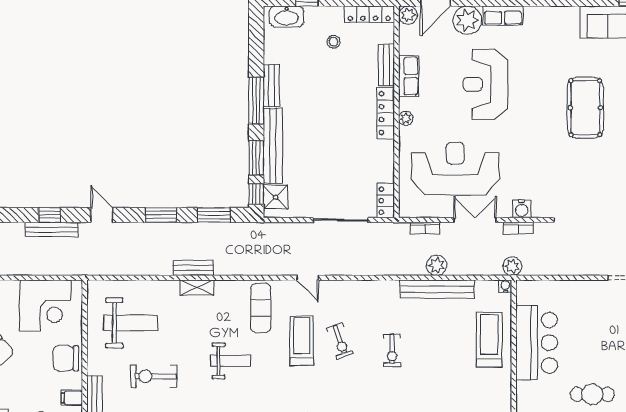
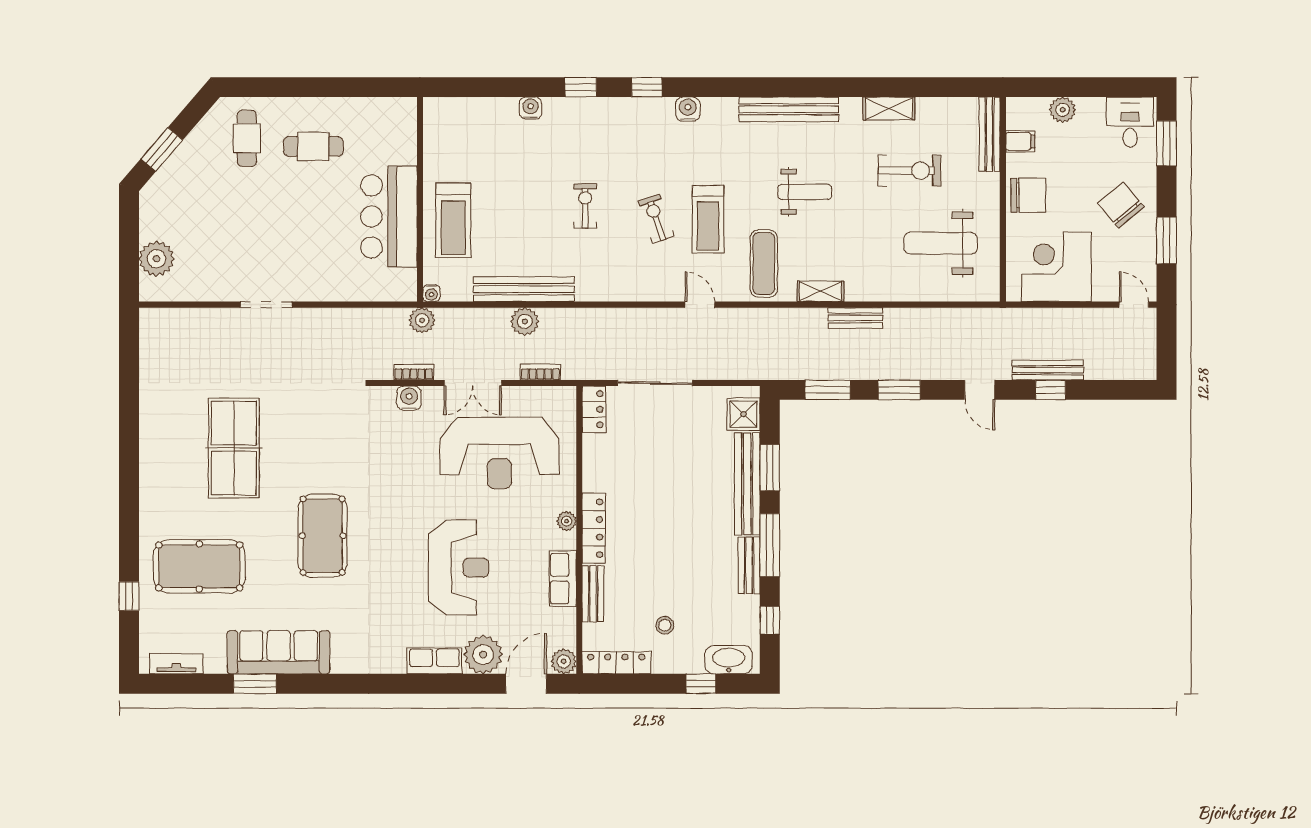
window: (256, 194) -> (770, 620), moved
shelving: (197, 288) -> (821, 291), moved
weight bench: (230, 361) -> (805, 192), turned 180

